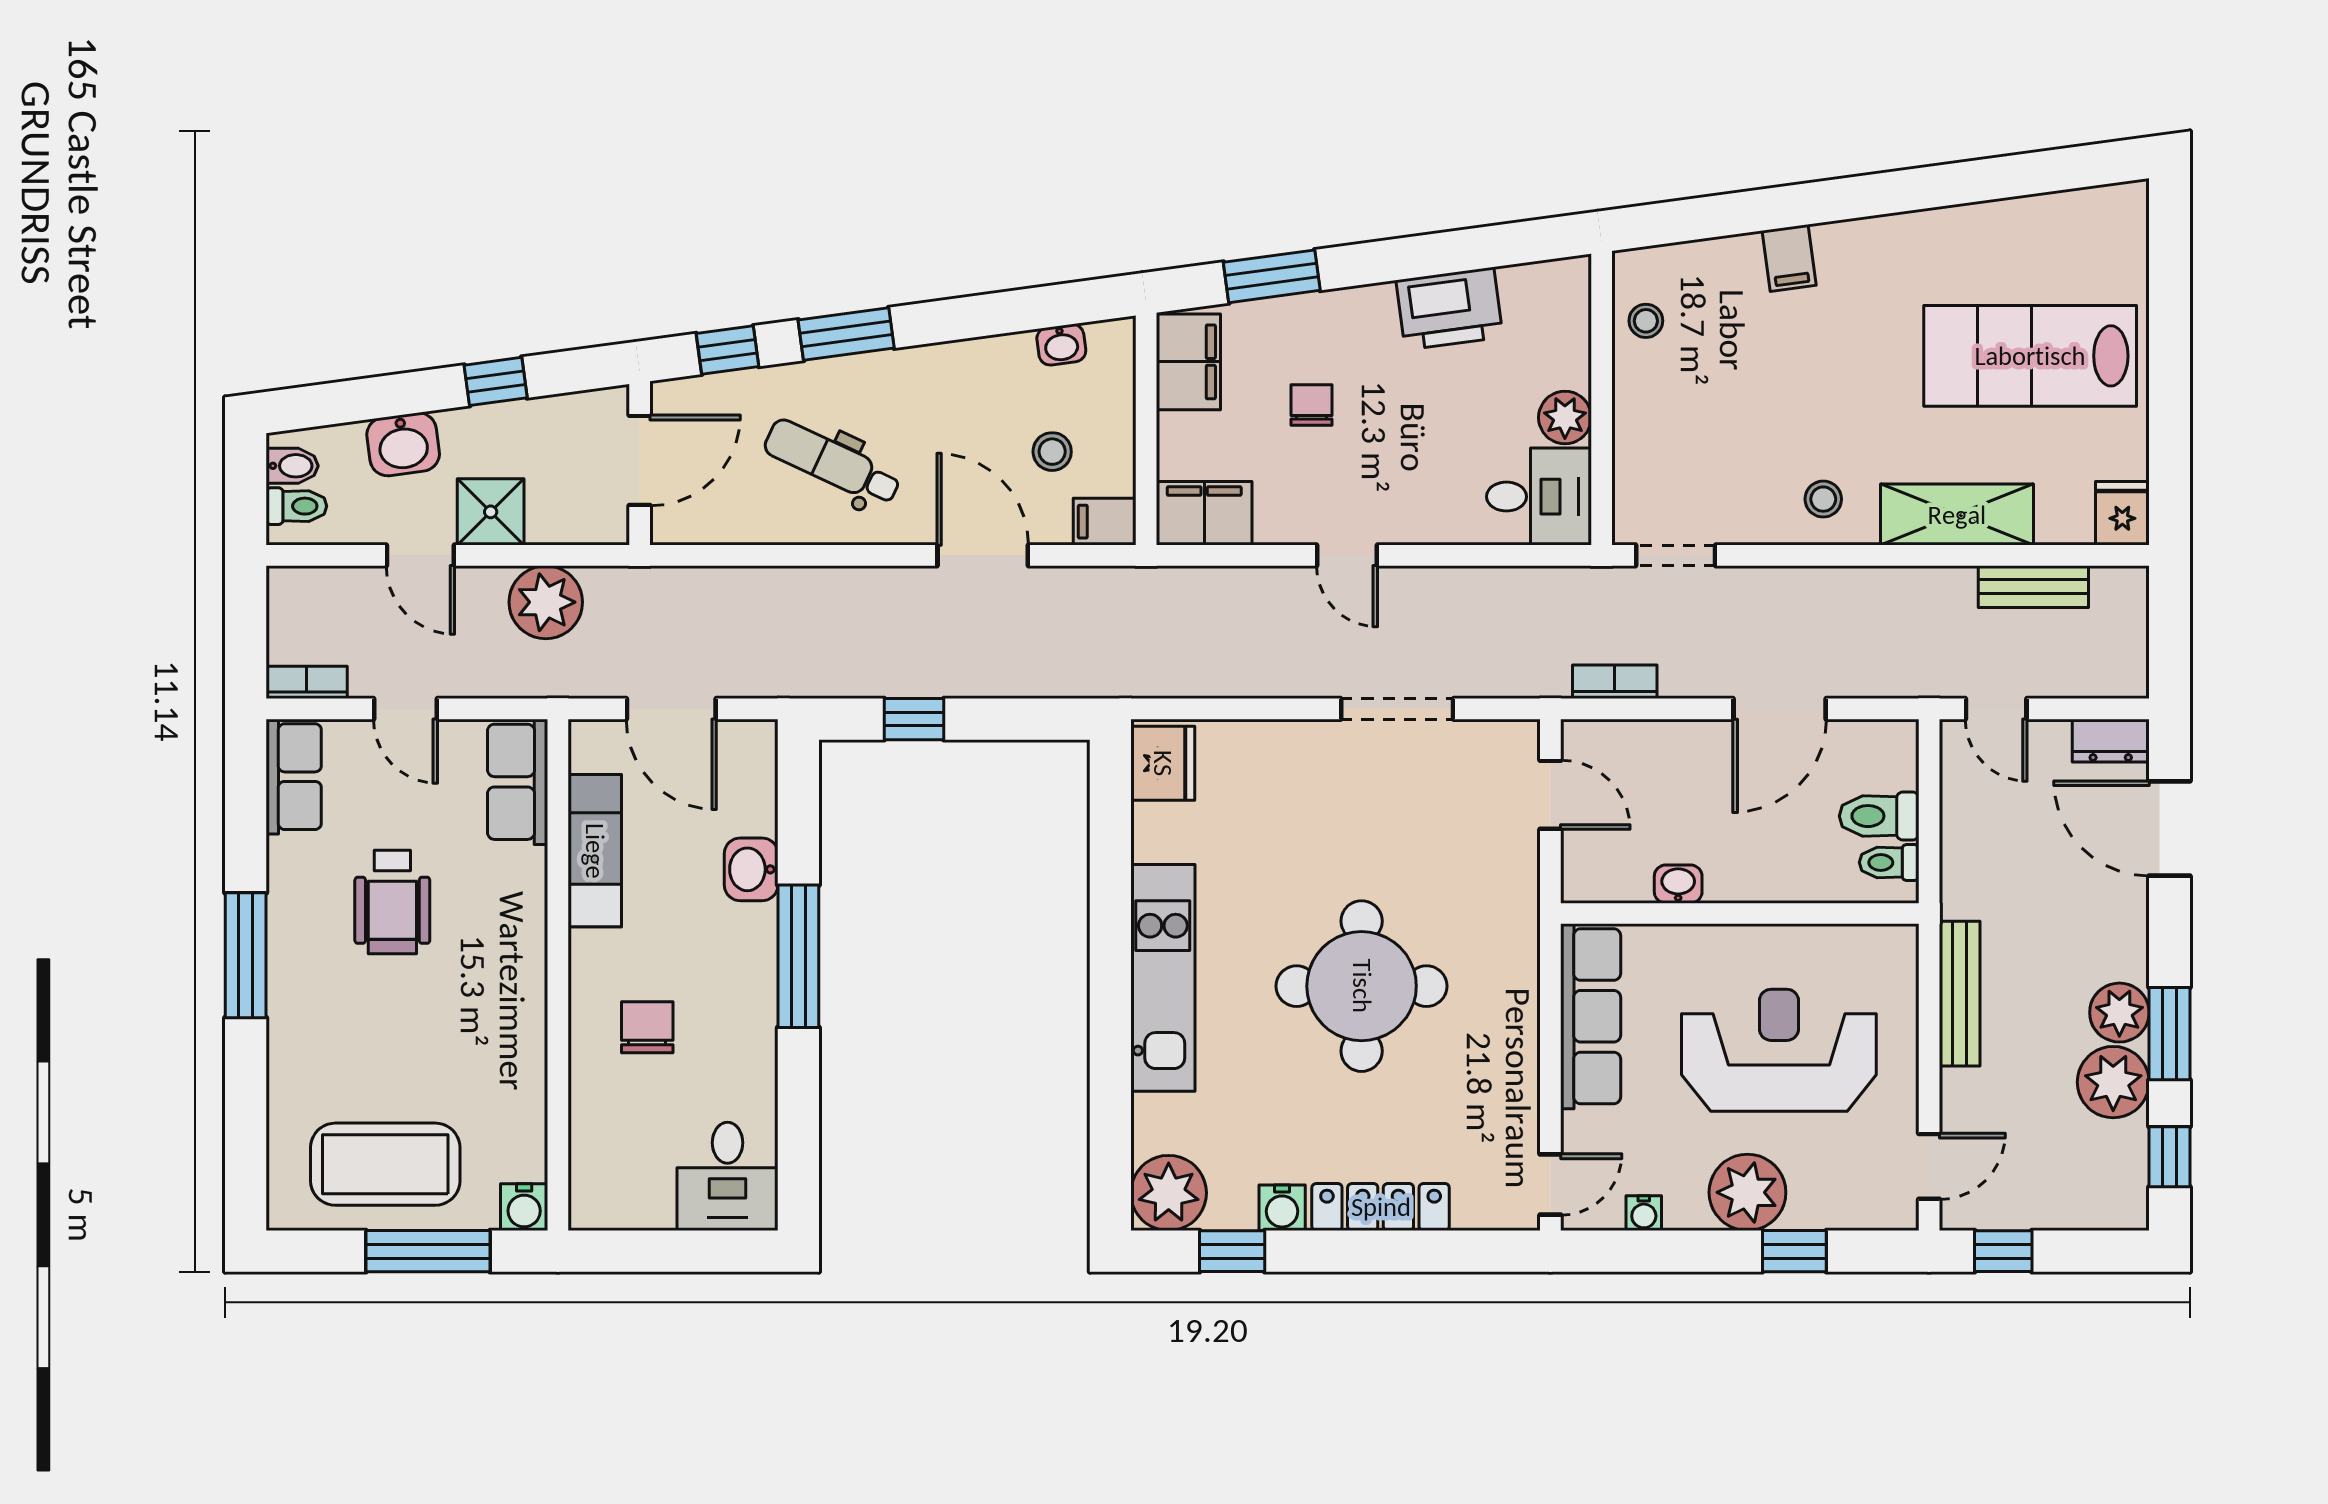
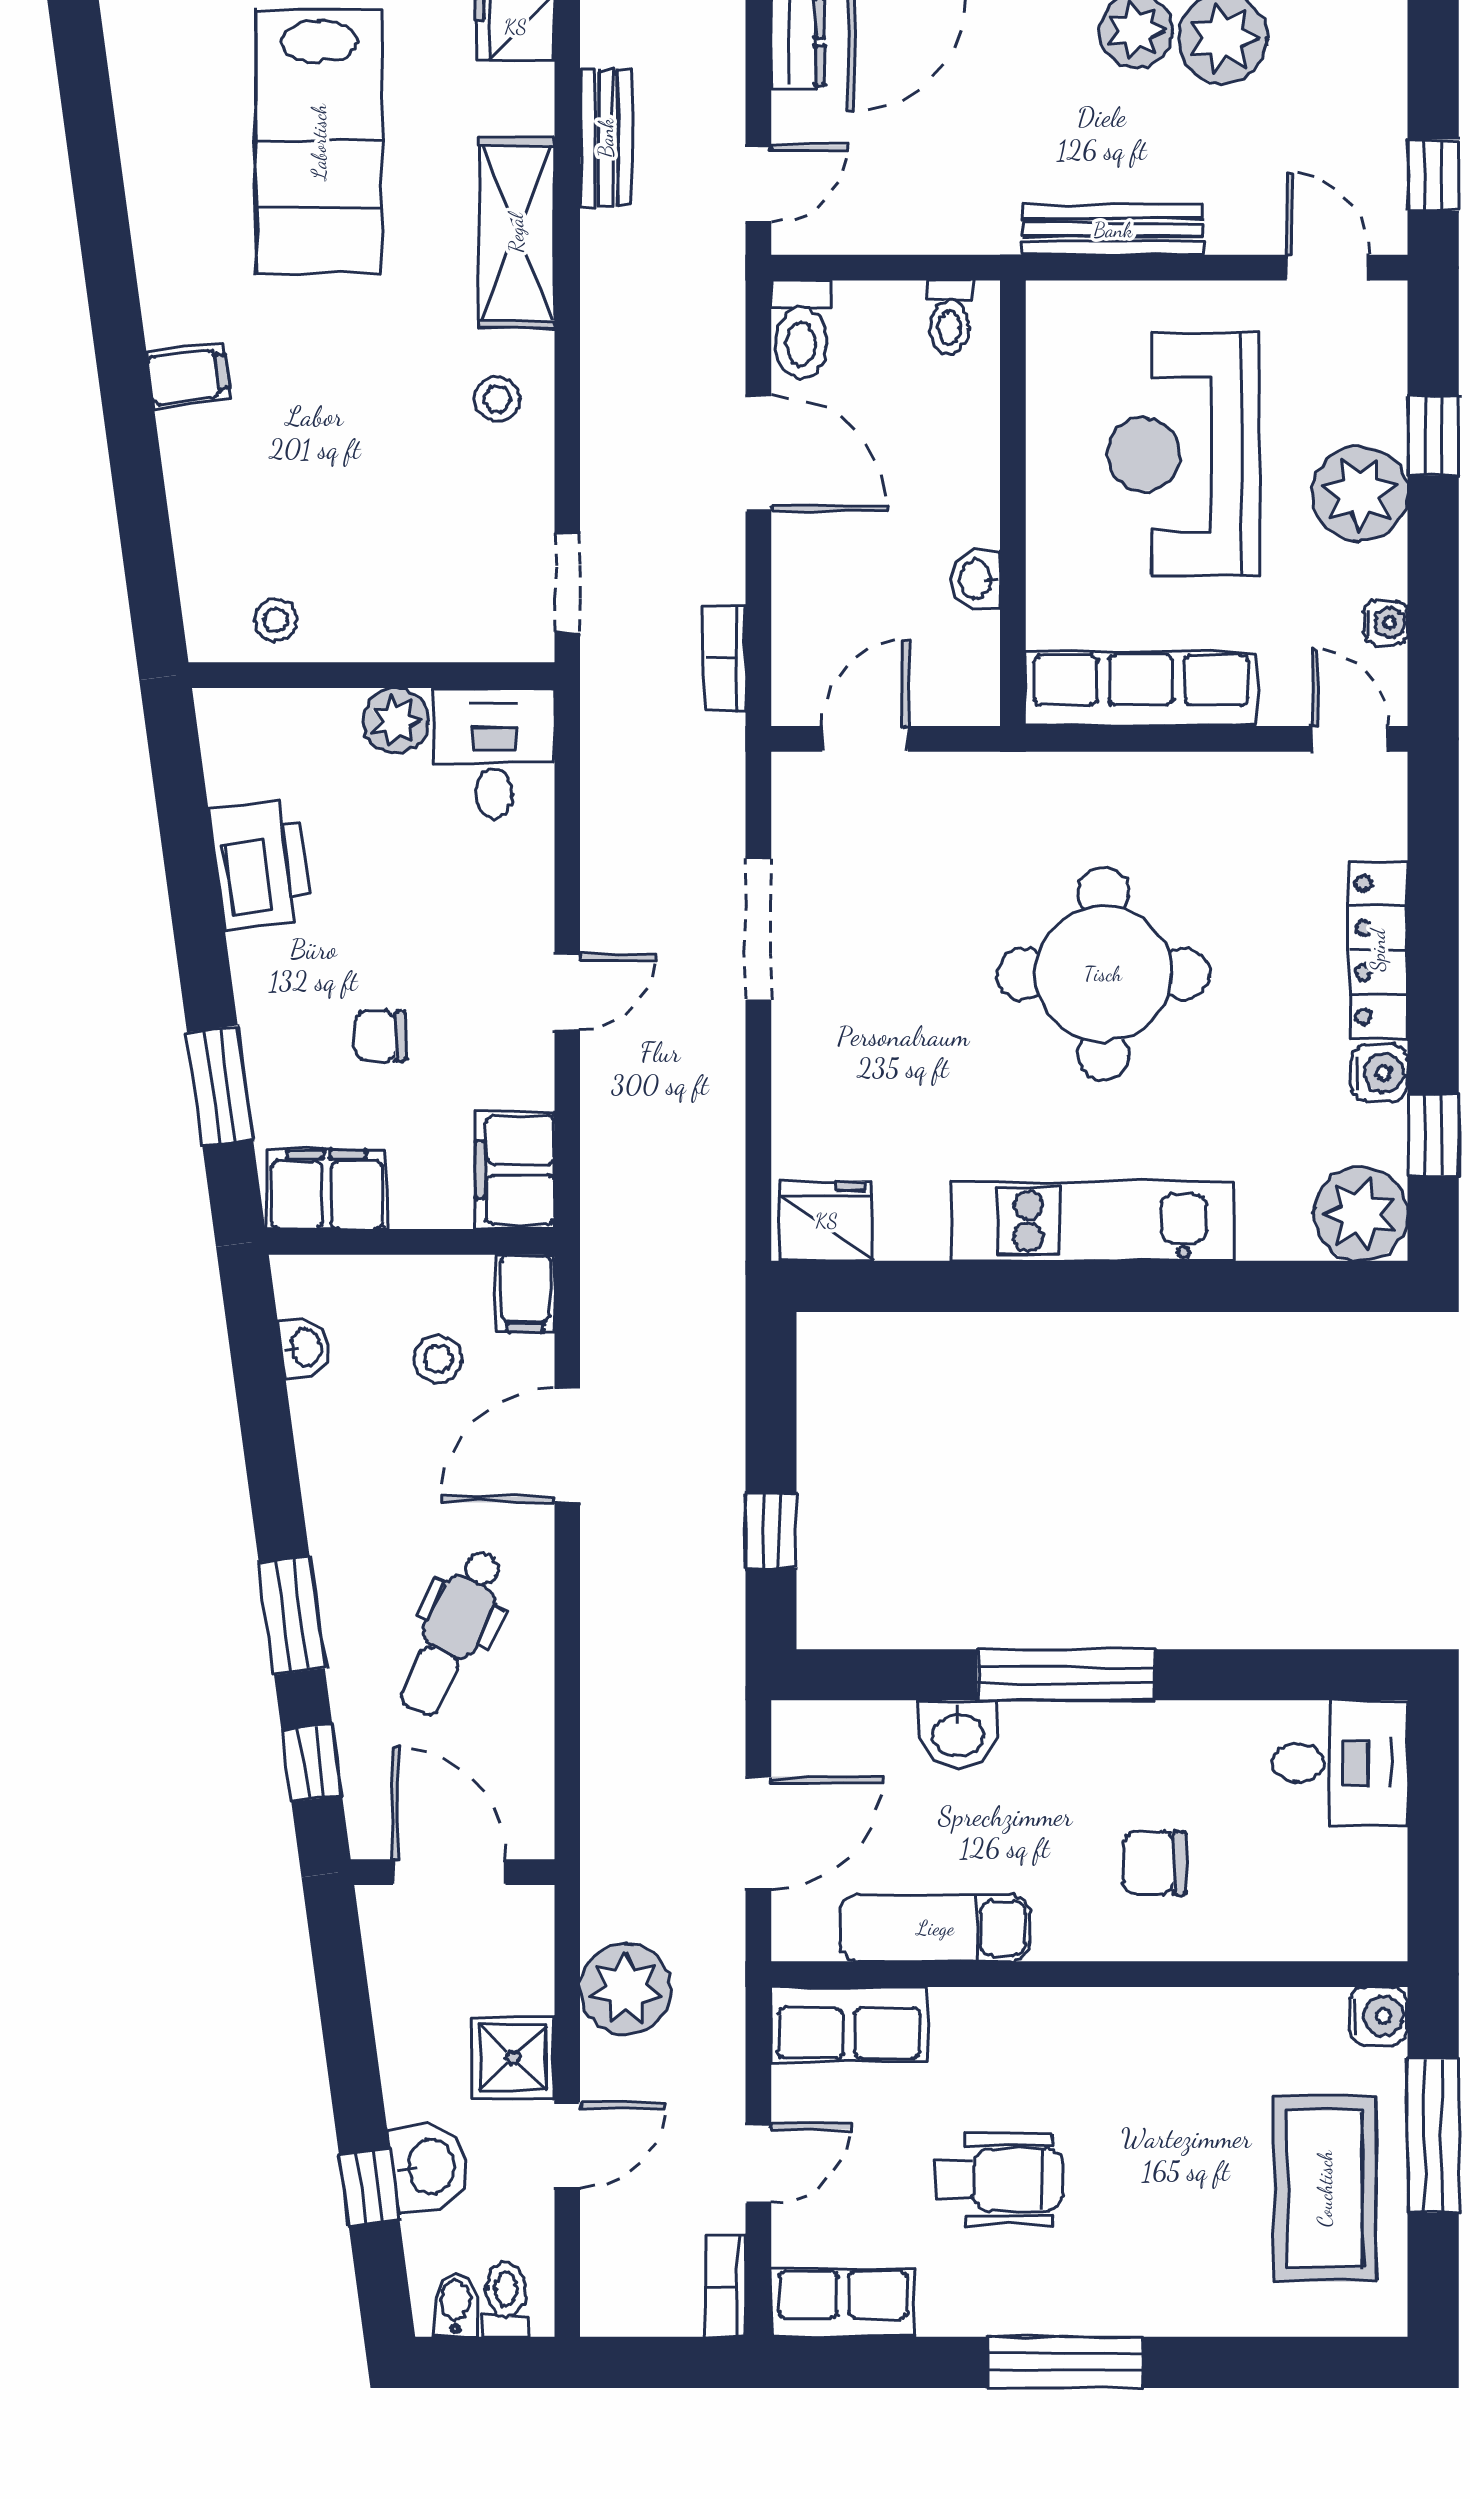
filing cabinet: (1789, 258) -> (188, 376), moved
window: (496, 381) -> (369, 2187), moved
toilet: (1879, 816) -> (801, 330), moved

